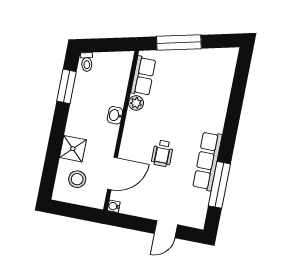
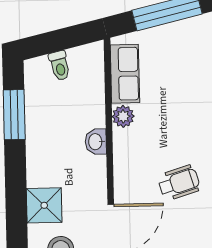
toilet: (87, 62) -> (60, 66), moved
wheelchair: (162, 153) -> (179, 183), turned -107

